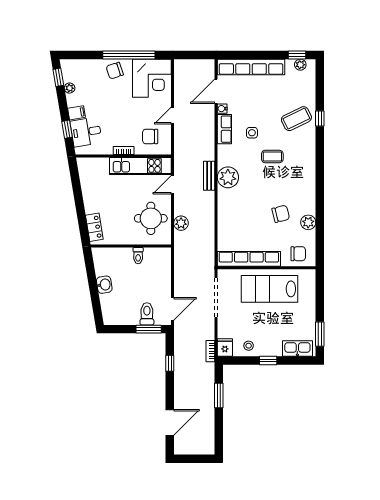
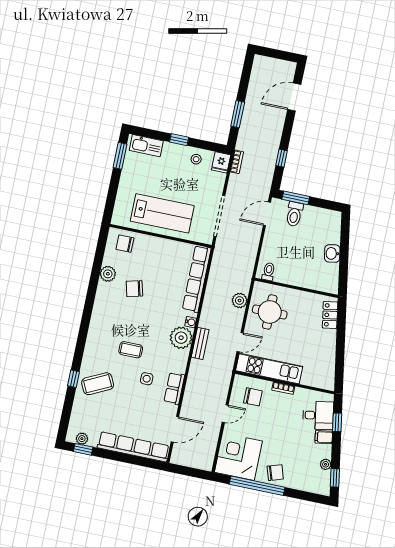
water cooler: (222, 109) -> (191, 322), moved
toilet: (138, 256) -> (269, 272), moved
row of seats: (249, 259) -> (197, 279), moved, turned 90

